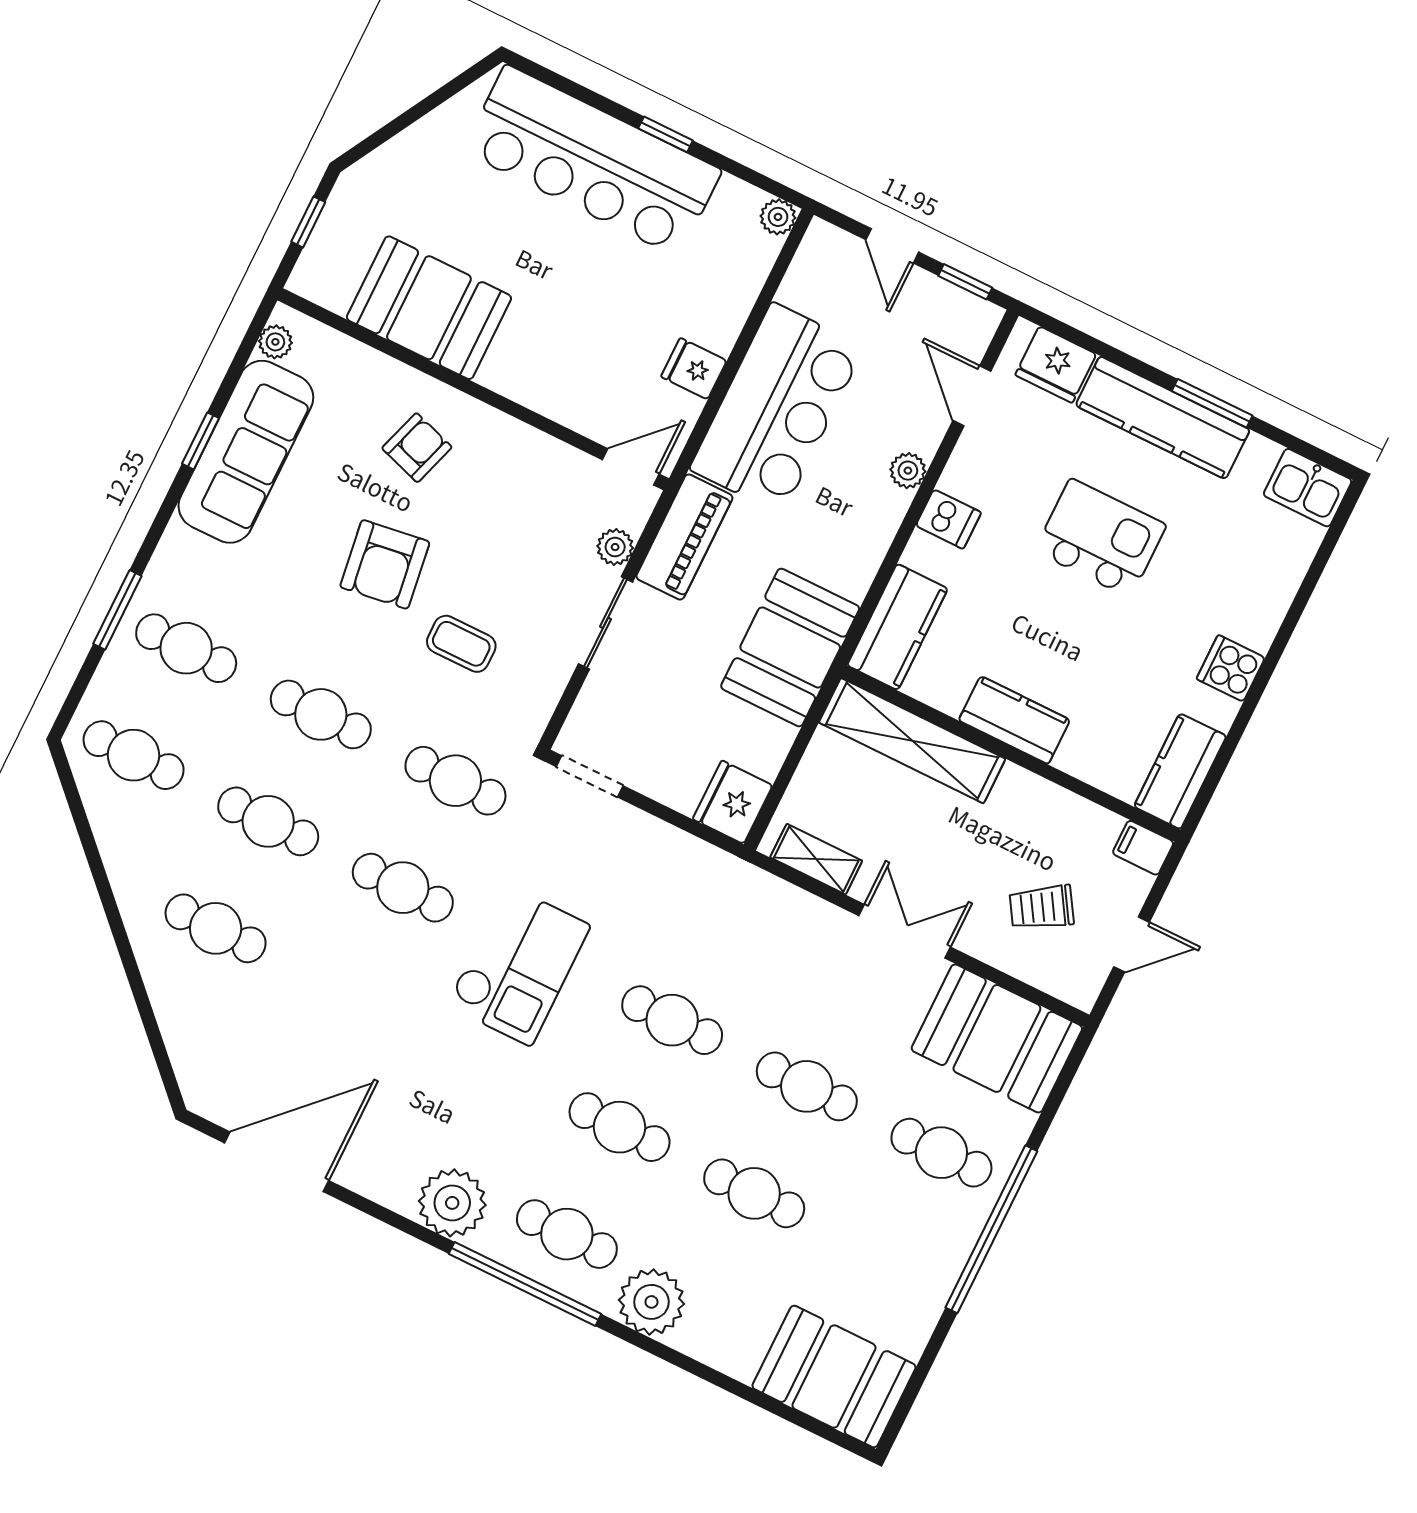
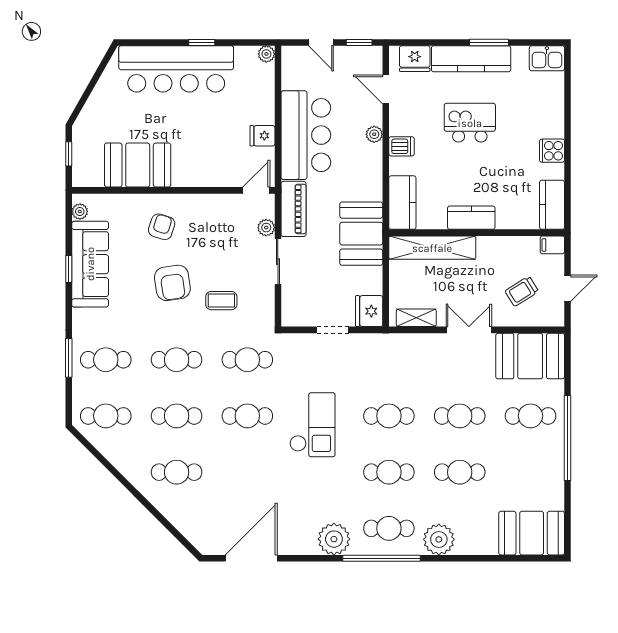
doorway: (590, 776) -> (333, 330), moved

